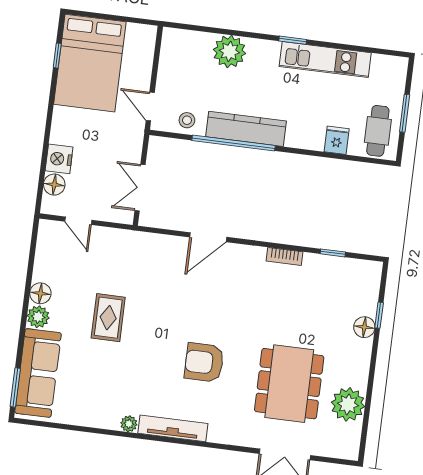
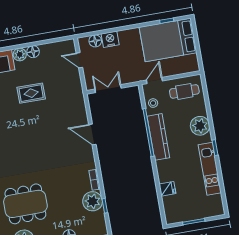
plant: (229, 51) -> (200, 126), moved
cafe table: (378, 131) -> (184, 91), moved
door: (78, 221) -> (79, 60), hinge flipped
plant: (319, 271) -> (93, 201), added
armchair: (204, 362) -> (23, 153), removed

